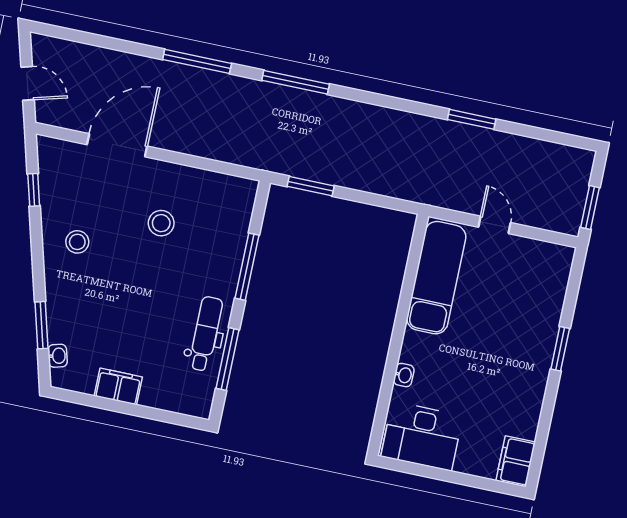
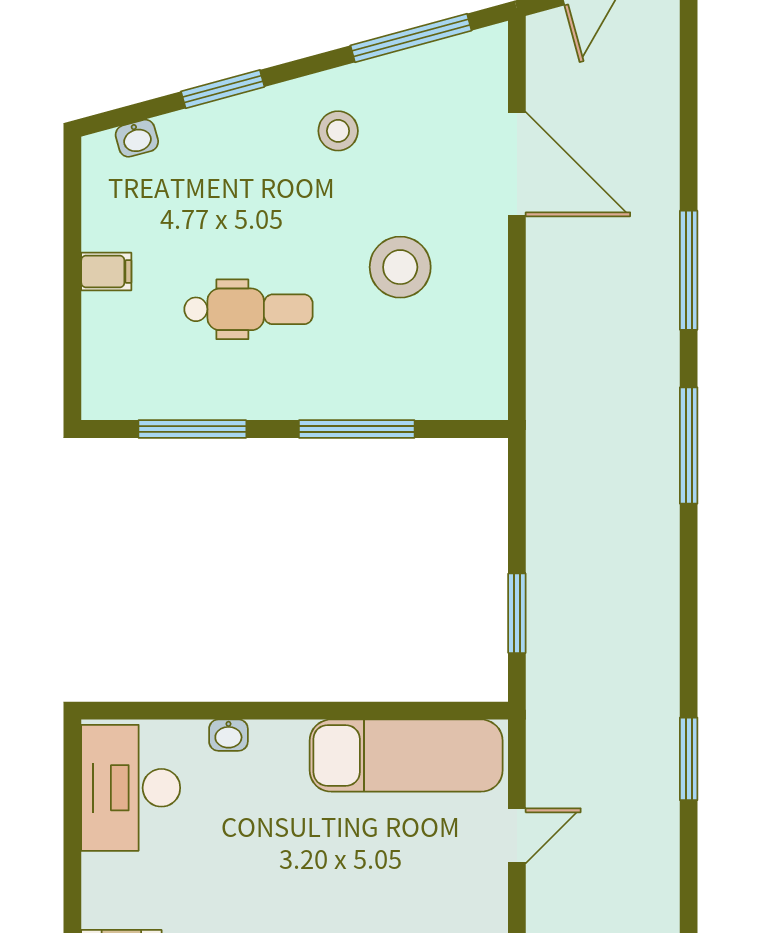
window: (311, 186) -> (517, 613), moved
window: (34, 190) -> (411, 38), width x2.17
stool: (161, 223) -> (400, 267), width x1.38, depth x1.38
window: (42, 325) -> (223, 89), moved
dental chair: (206, 334) -> (248, 309), moved
filing cabinet: (118, 387) -> (106, 271), width x0.50

